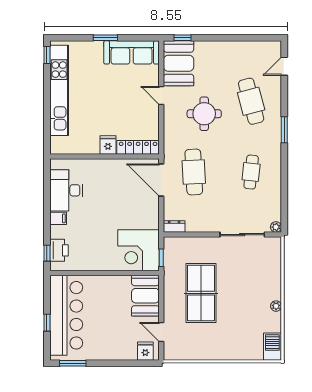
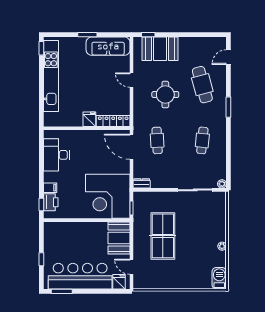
booth: (179, 63) -> (160, 49), moved, turned 90
cafe table: (194, 172) -> (157, 140), width x0.73, depth x0.74
filing cabinet: (58, 218) -> (50, 188), moved
corner desk: (139, 250) -> (108, 196), width x1.36, depth x1.36
bar counter: (66, 315) -> (80, 276), moved, turned -90

